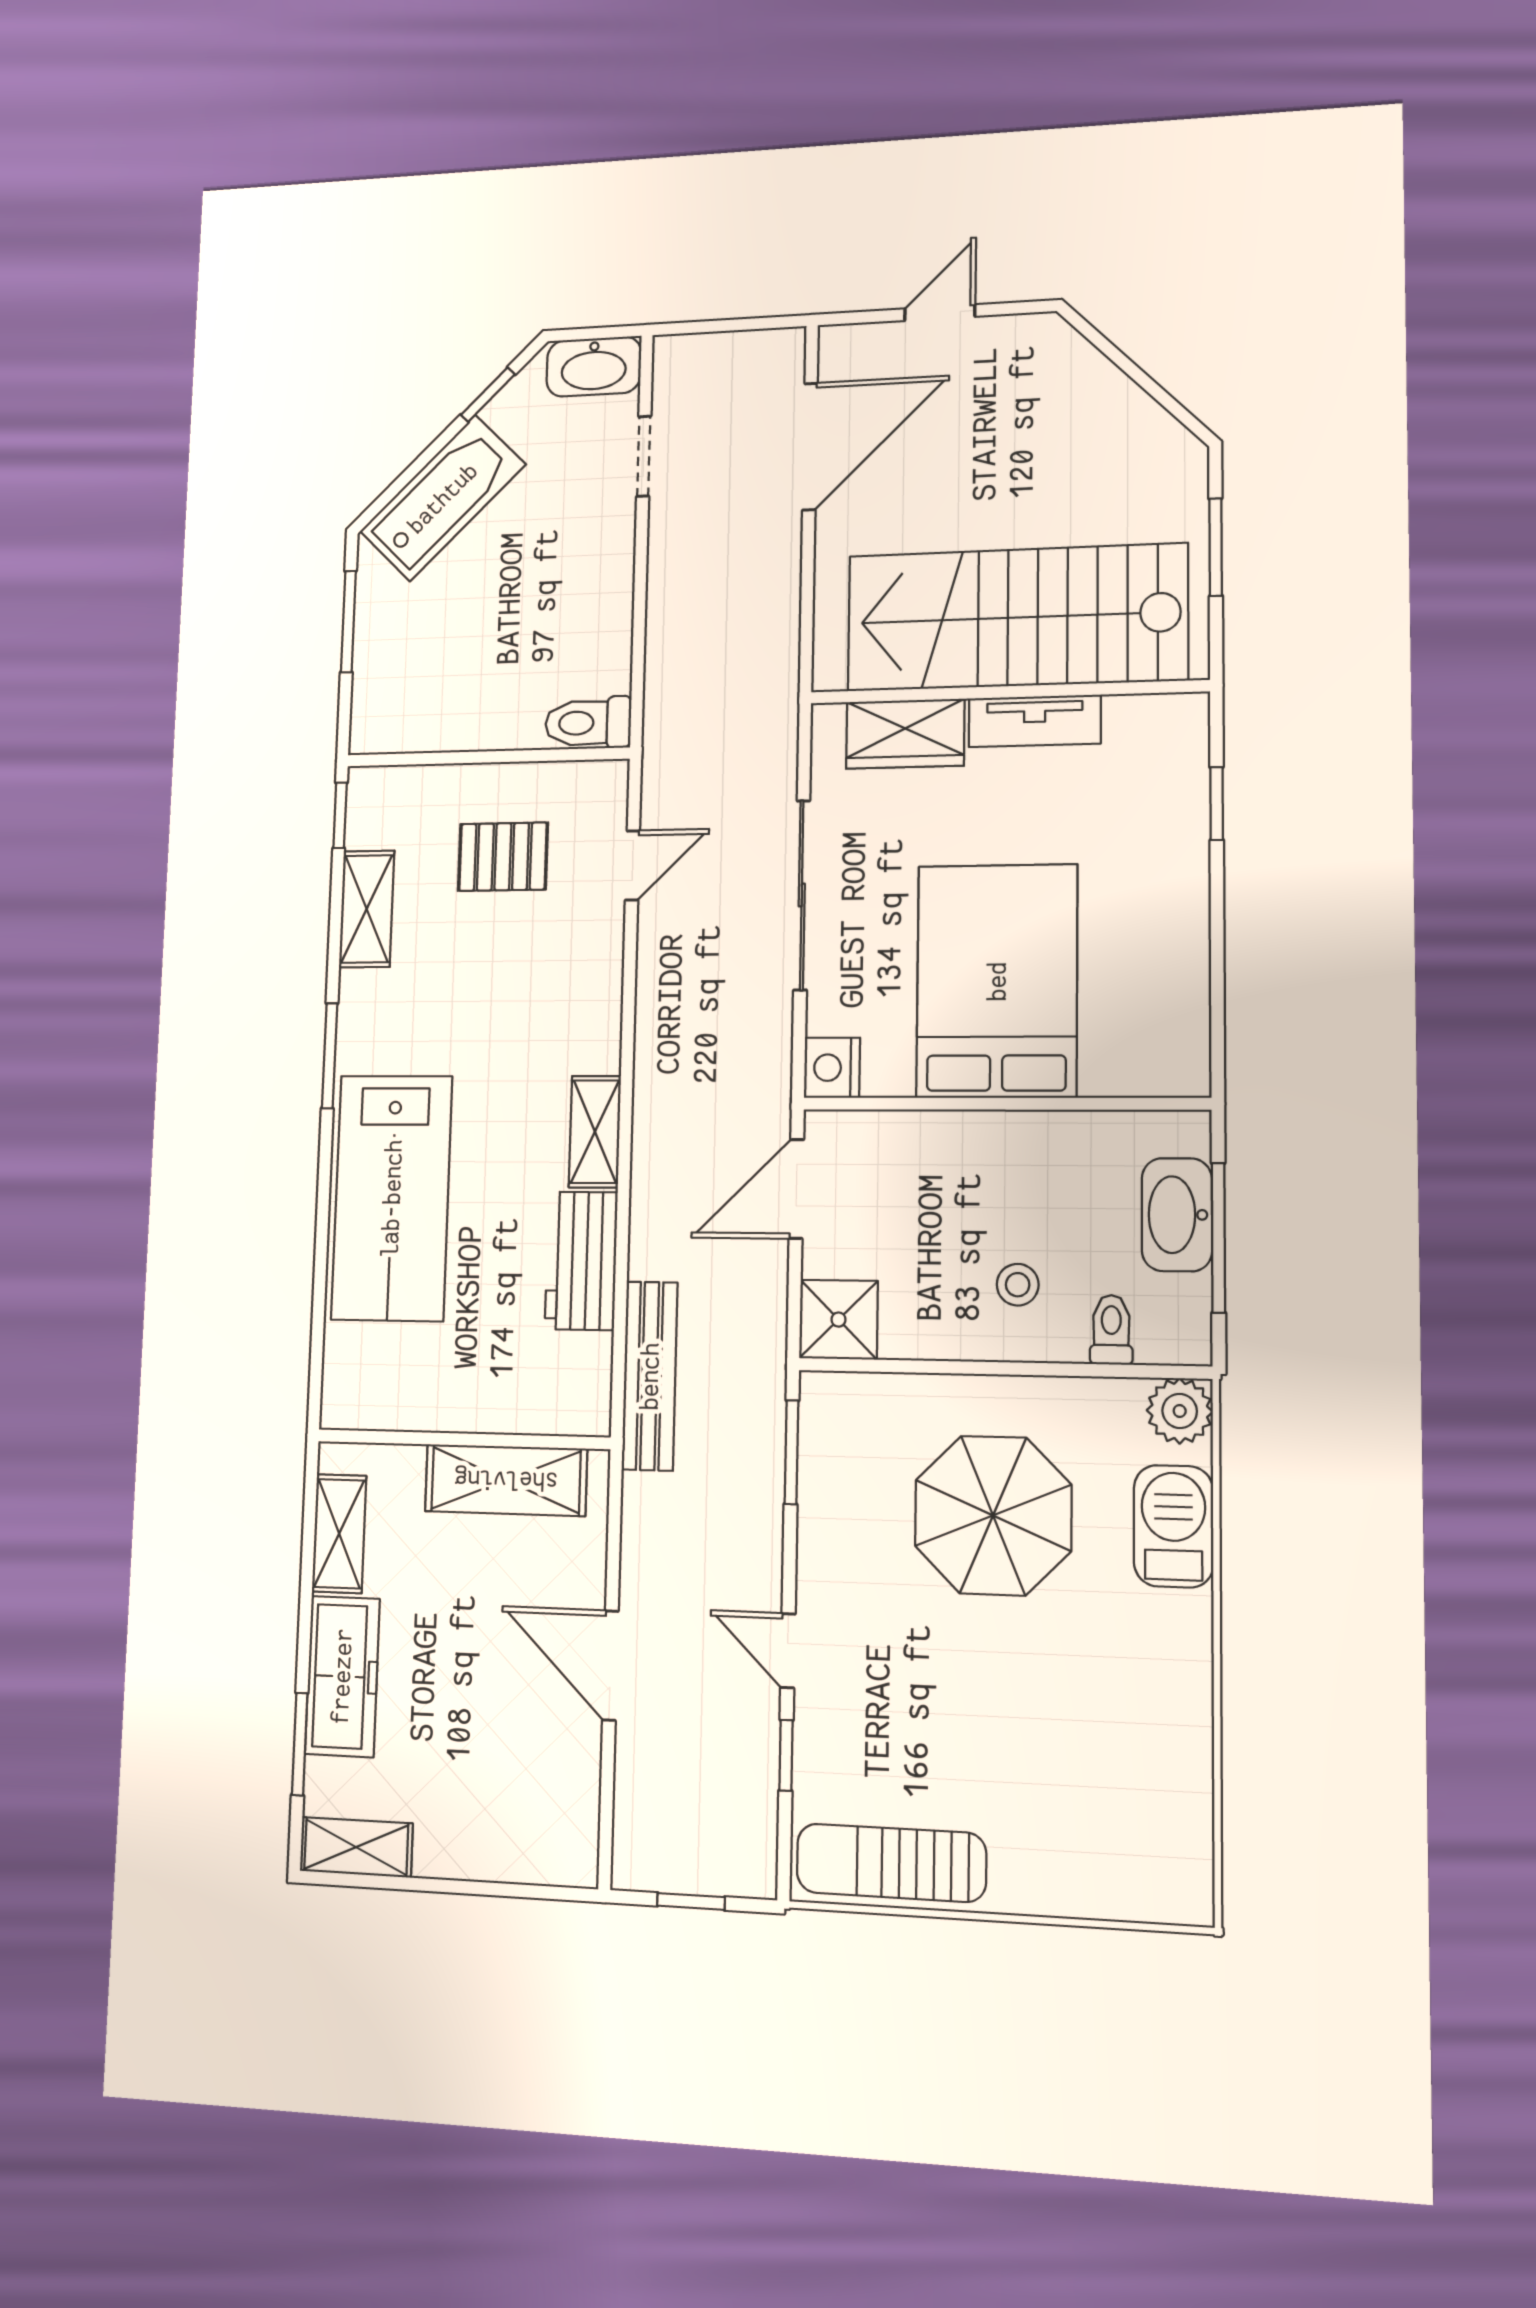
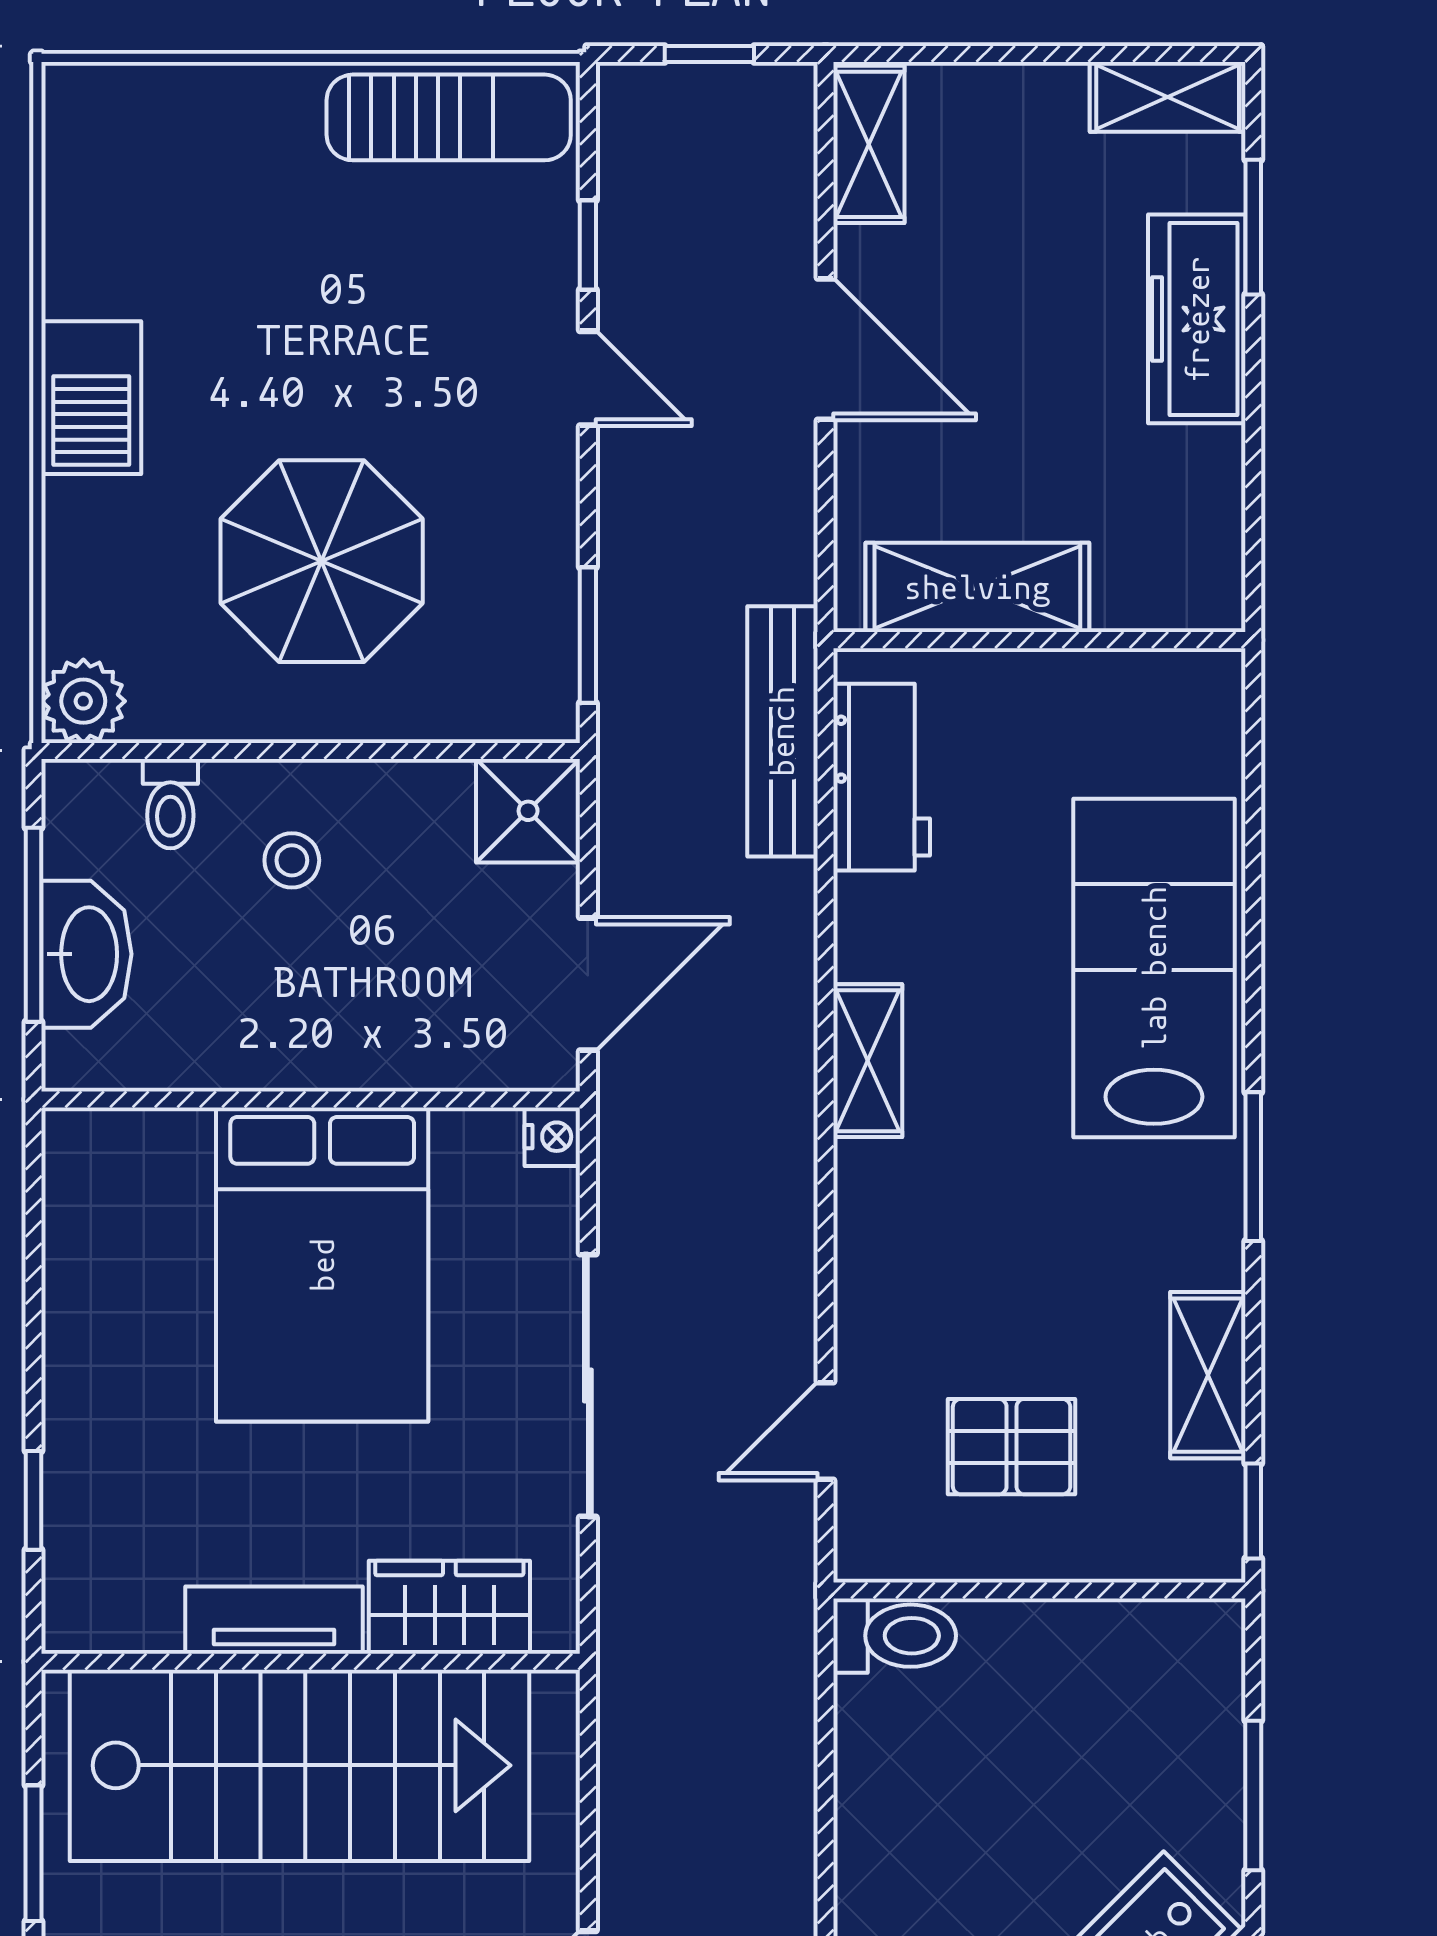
nightstand: (832, 1068) -> (552, 1137), width x0.72, depth x0.74
workbench: (581, 1261) -> (882, 777), moved
barbecue: (1173, 1526) -> (91, 398), moved
shelving: (339, 1534) -> (869, 144), moved

